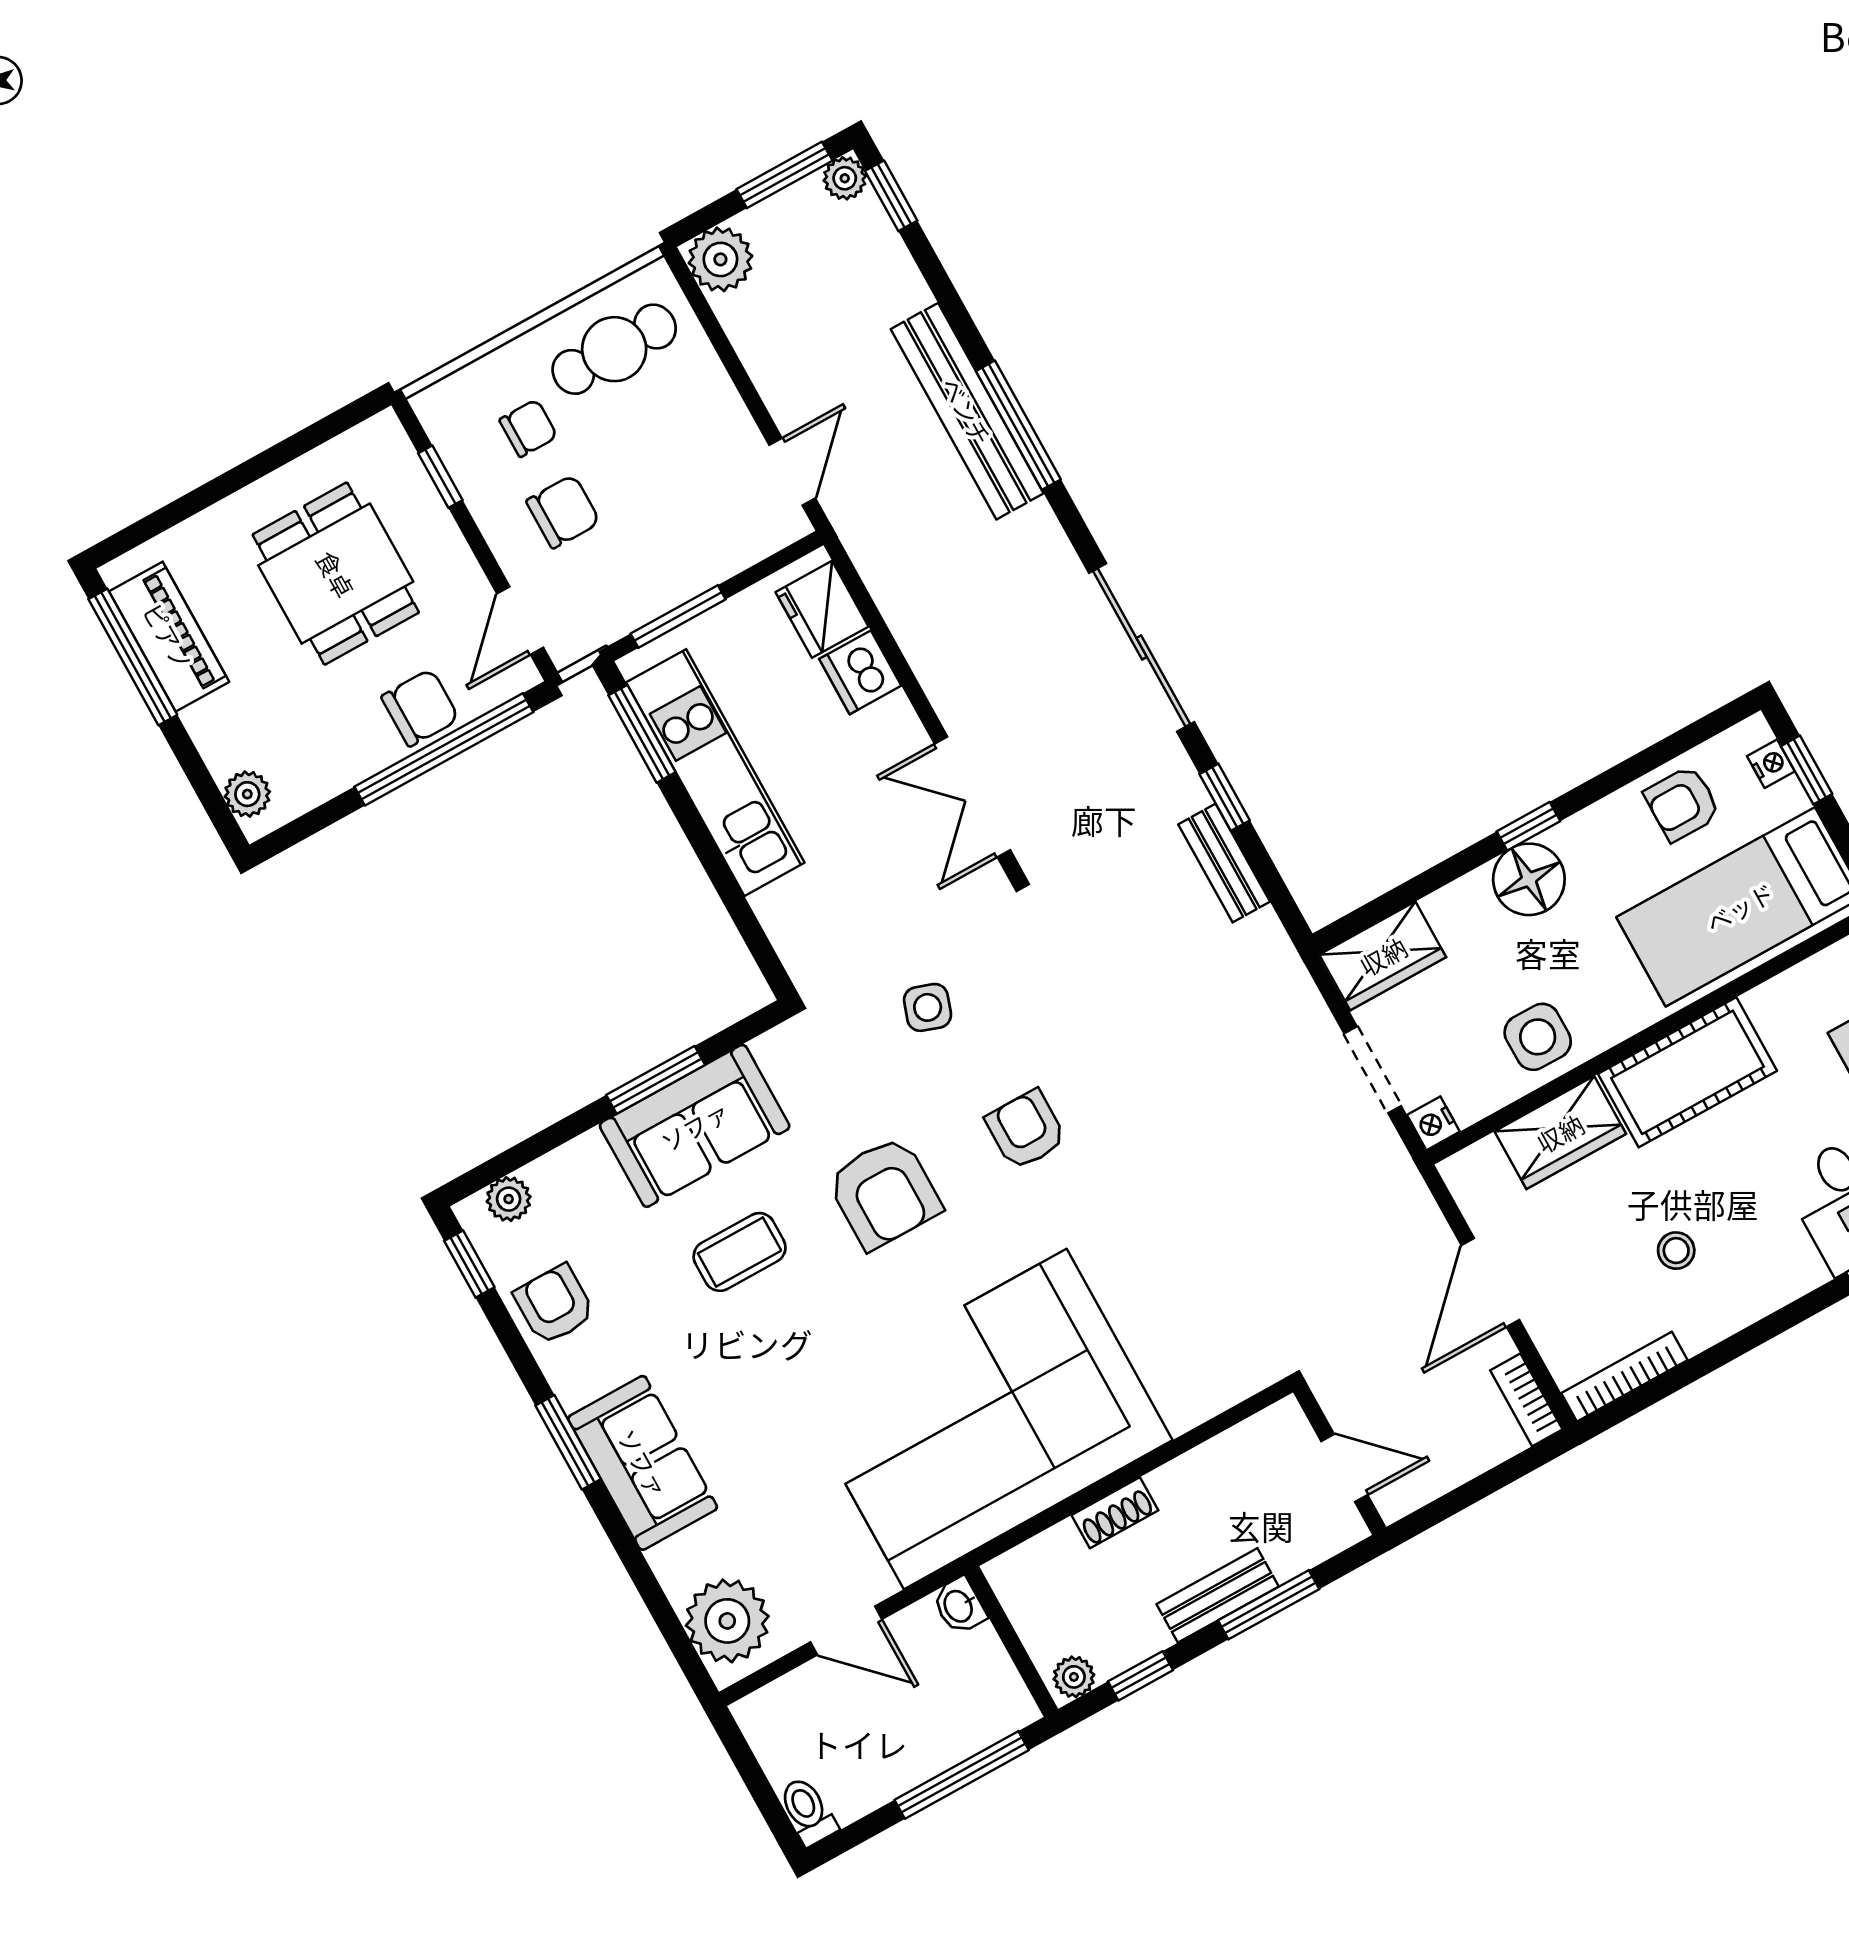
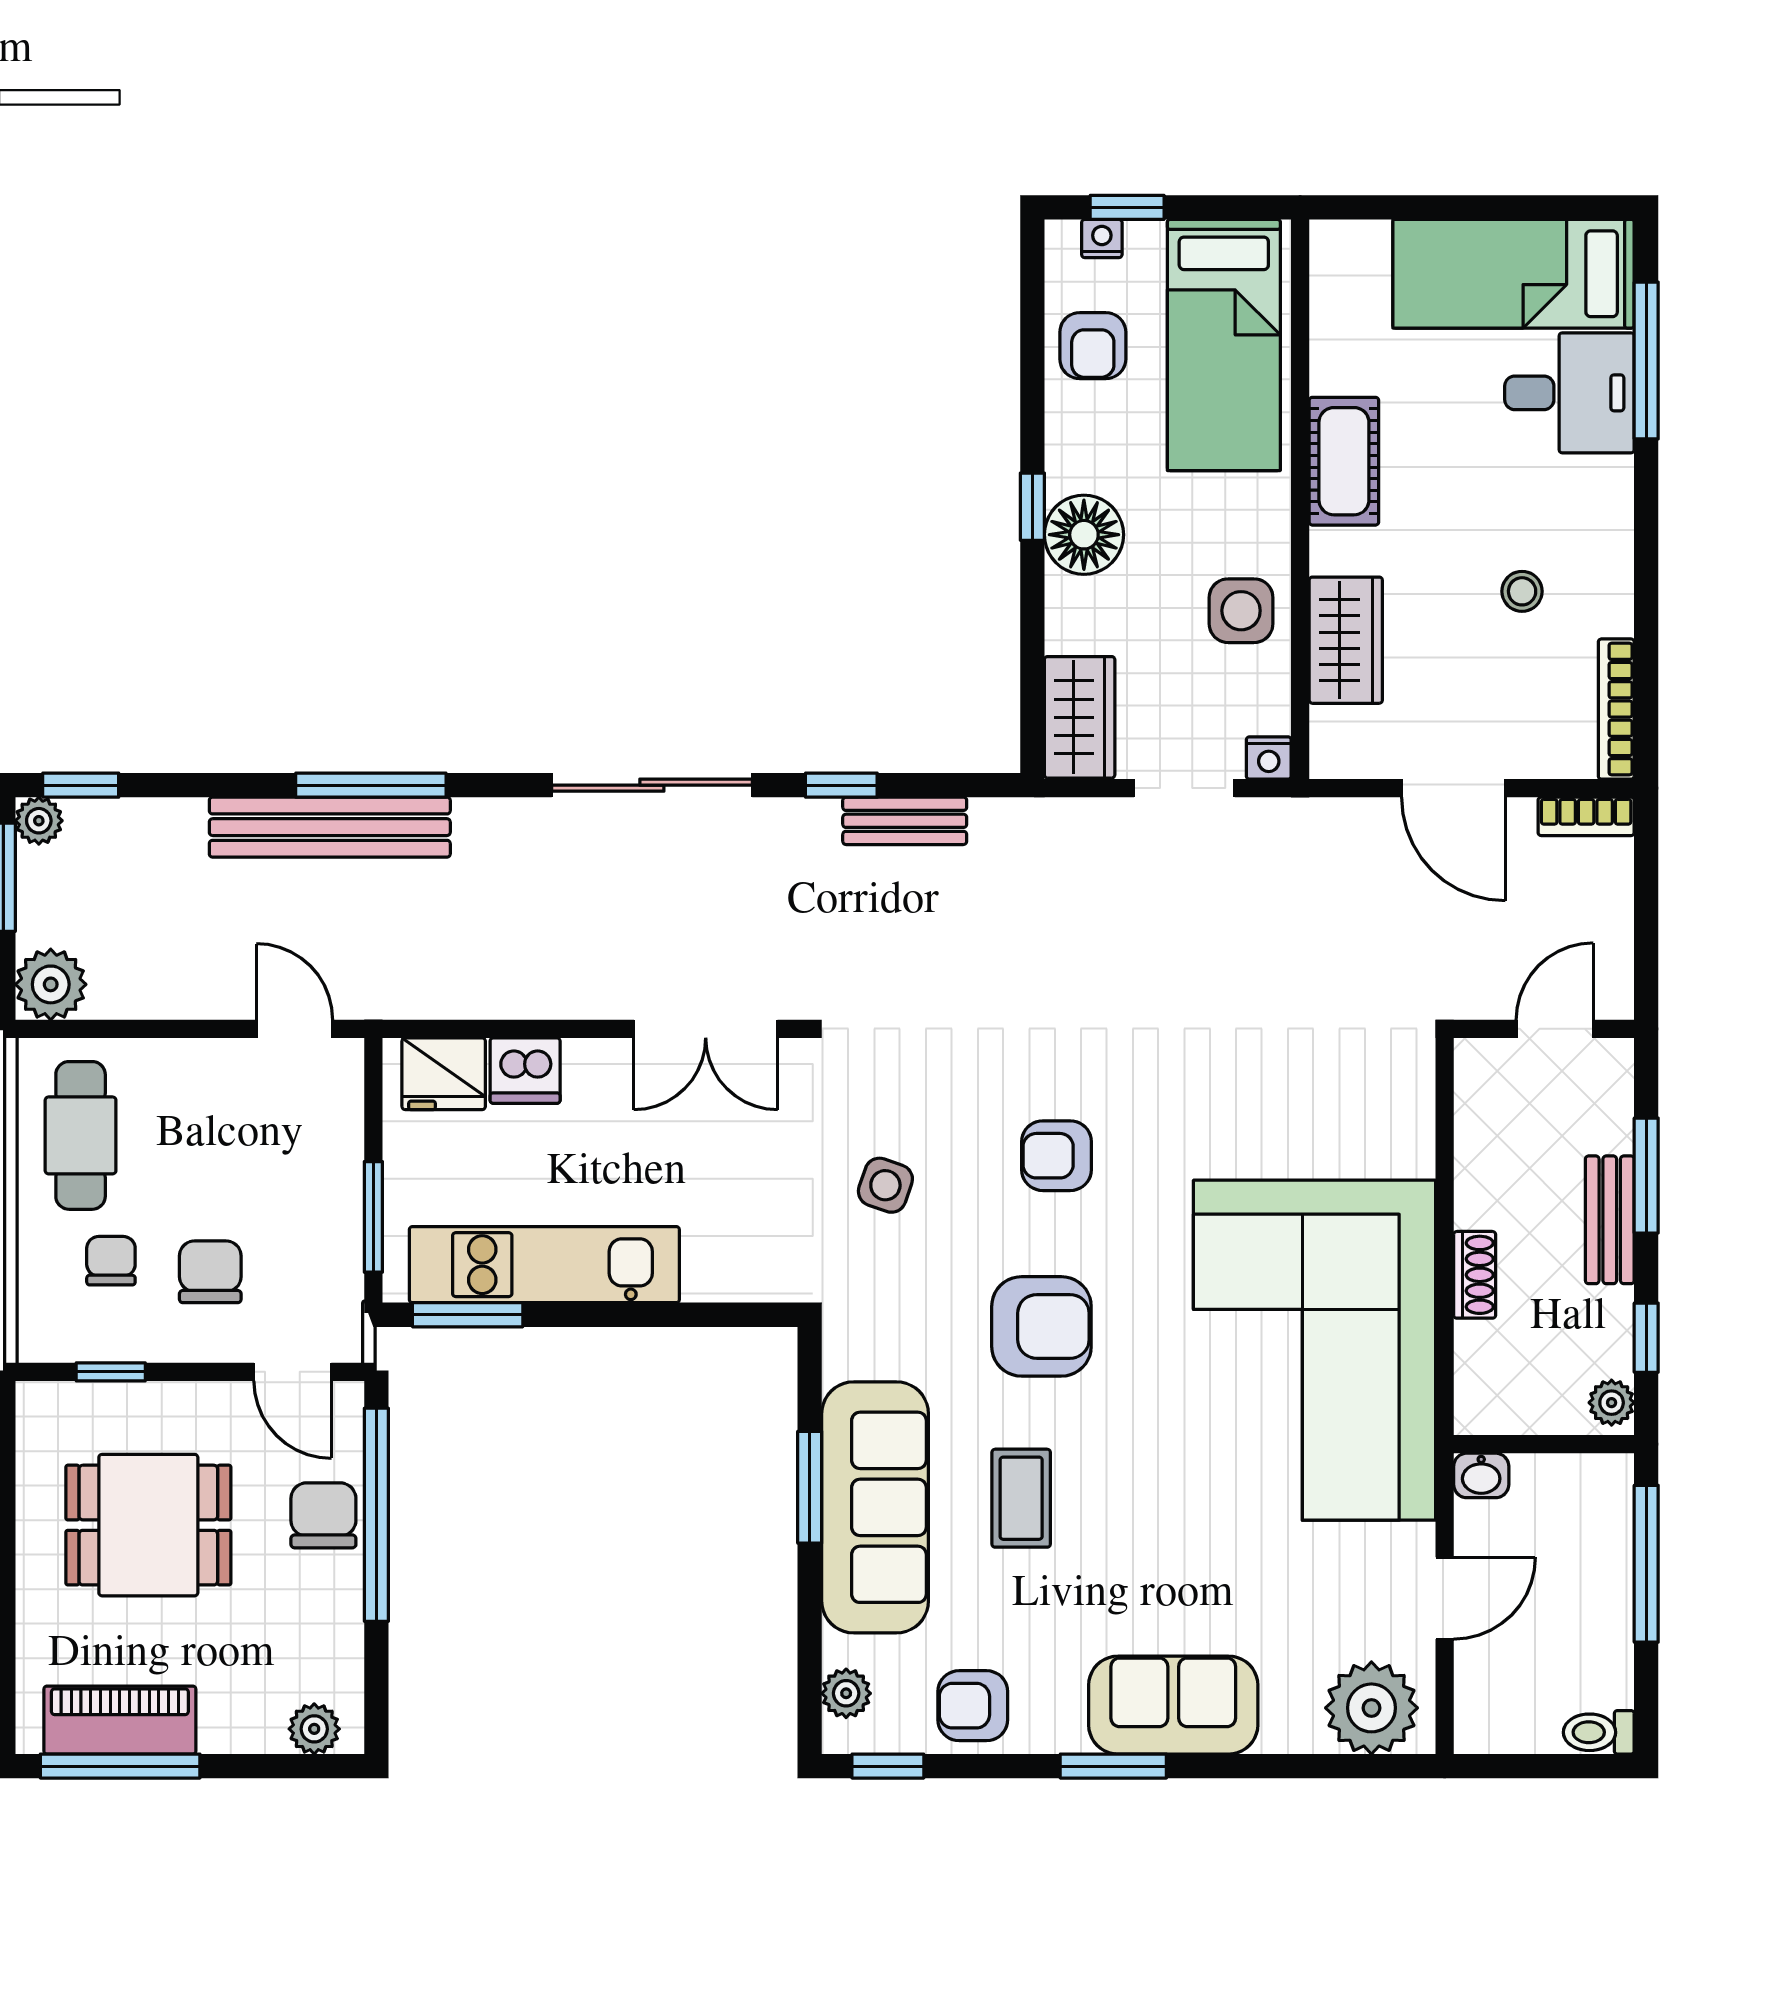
cot: (1688, 1072) -> (1344, 461), width x0.73, depth x0.75
sofa: (695, 1126) -> (875, 1507), width x1.36

